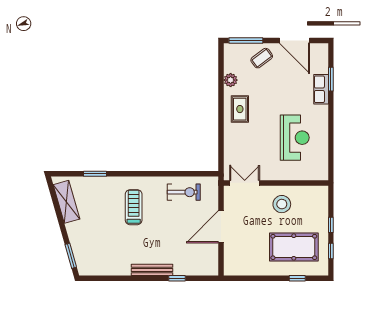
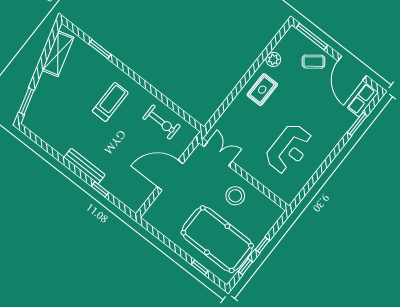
row of seats: (321, 89) -> (363, 100), moved
pool table: (294, 247) -> (217, 239), width x1.36, depth x1.32

